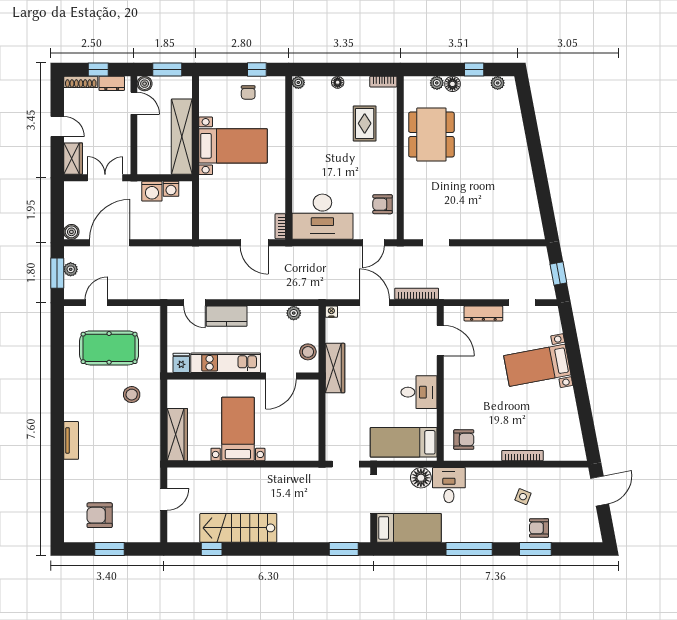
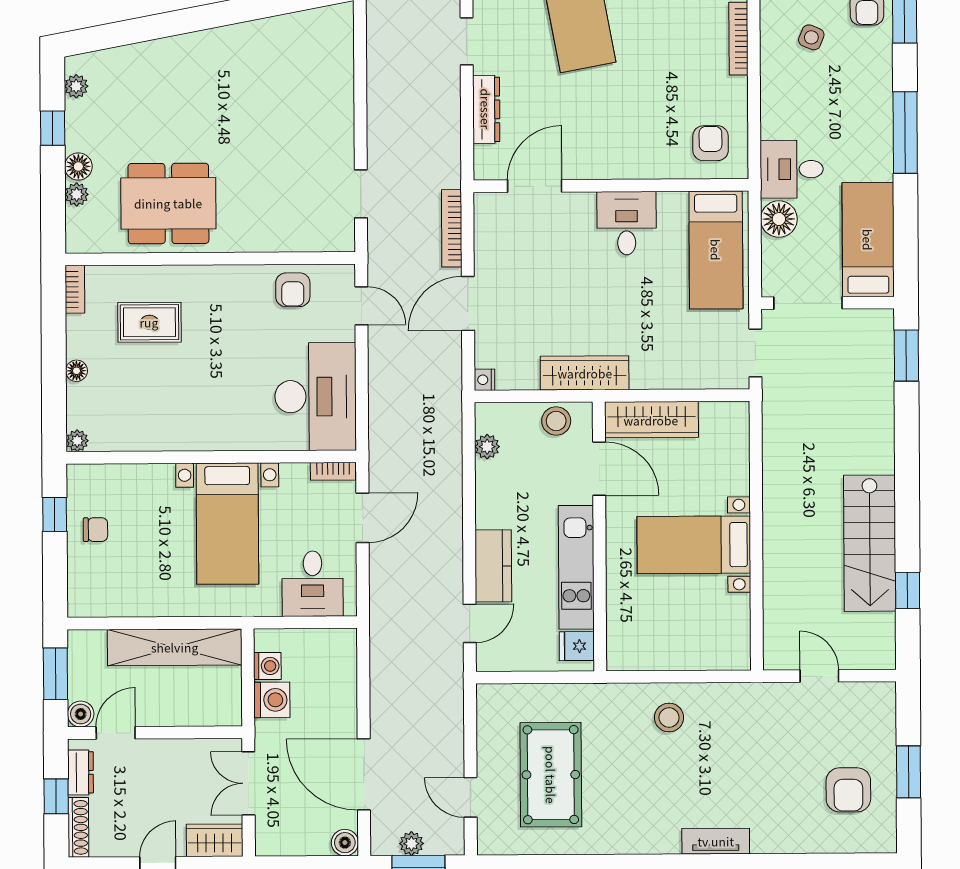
bed with nightstands: (233, 146) -> (227, 524), moved, turned 180
desk: (217, 214) -> (313, 584), added
stool: (132, 395) -> (669, 718), moved
wardrobe: (177, 435) -> (651, 420), moved, turned 180

